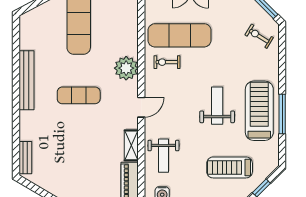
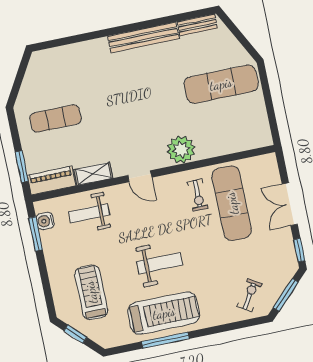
exercise bike: (167, 62) -> (198, 195), turned 180
exercise mat: (79, 95) -> (55, 118), moved, turned 90
bench: (25, 158) -> (197, 25), moved

